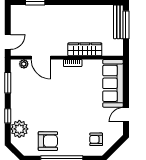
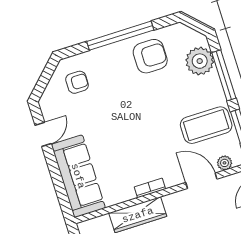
coffee table: (28, 90) -> (206, 125), added
window: (8, 116) -> (224, 75), width x2.17
armchair: (48, 141) -> (150, 56), turned 180

